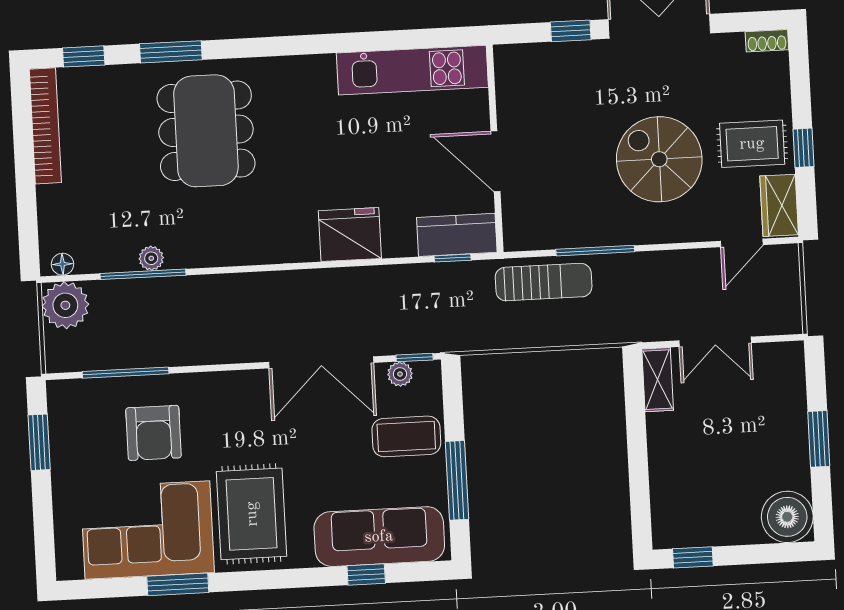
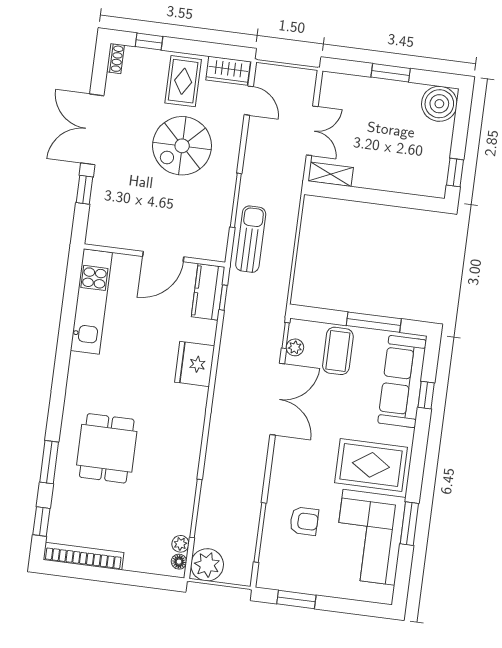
dining table: (206, 131) -> (107, 448), width x0.73
window: (803, 148) -> (149, 41), moved
plant: (151, 258) -> (180, 544), moved
armchair: (154, 433) -> (304, 521), width x0.72, depth x0.72

